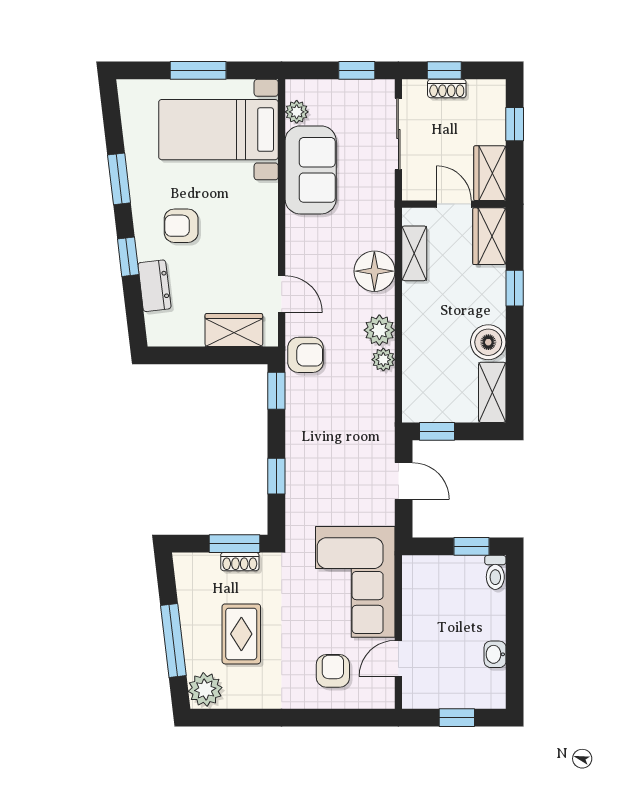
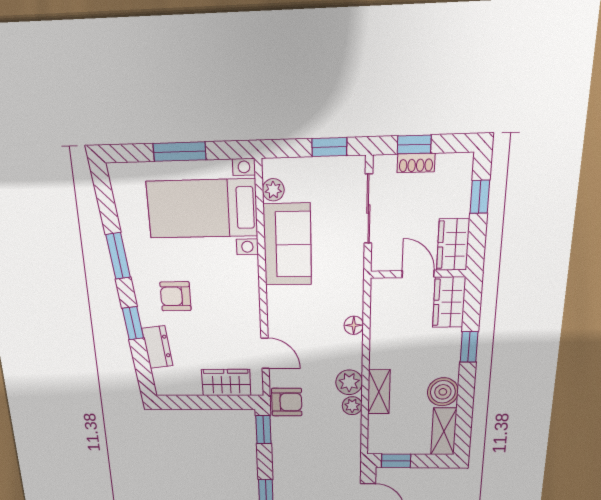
shelving: (414, 253) -> (379, 392), moved
floor lamp: (374, 271) -> (354, 325), width x0.53, depth x0.53

